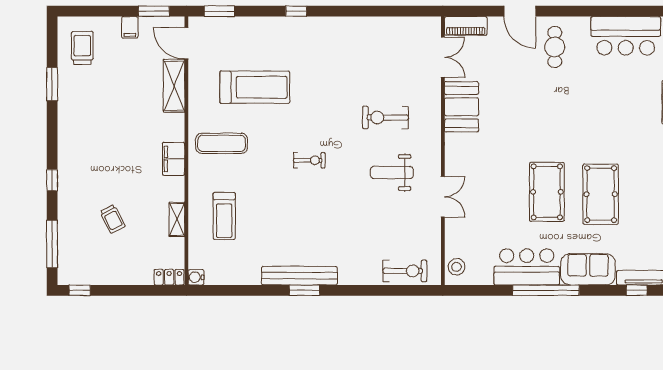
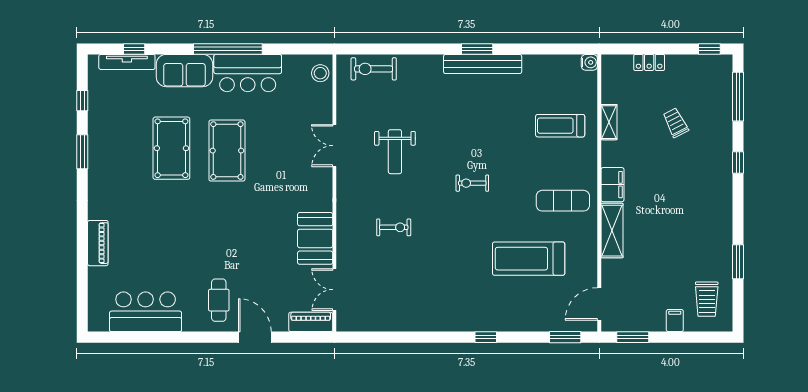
filing cabinet: (130, 27) -> (675, 321), moved
door: (186, 43) -> (599, 304), swing flipped
shelving: (174, 86) -> (612, 231), moved
exercise bike: (385, 118) -> (394, 227), width x0.73, depth x0.72
weight bench: (392, 172) -> (395, 152), moved, turned 90
treadmill: (224, 216) -> (560, 126), turned -90
locker: (169, 277) -> (649, 62), moved

